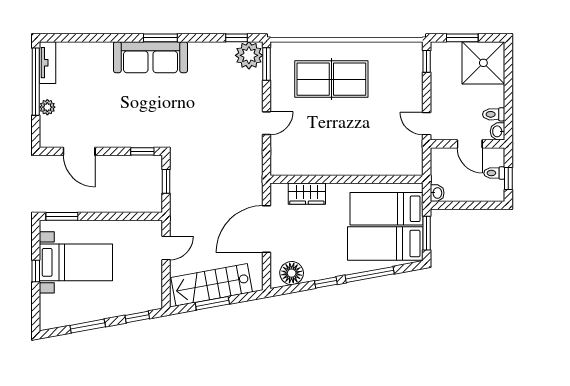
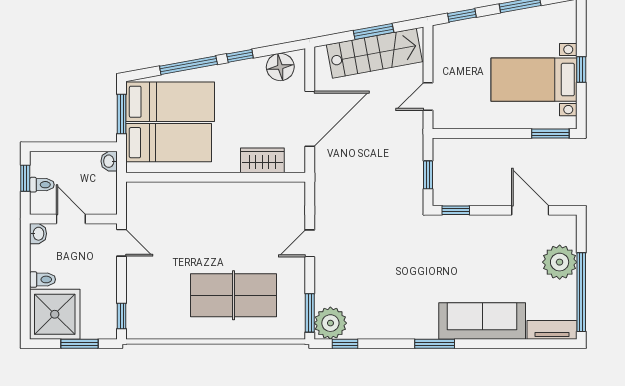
sofa: (150, 57) -> (482, 321), moved
tv unit: (48, 63) -> (552, 330), moved, turned 90
plant: (47, 107) -> (560, 262), width x1.88, depth x1.88
toilet: (494, 114) -> (43, 279), moved

